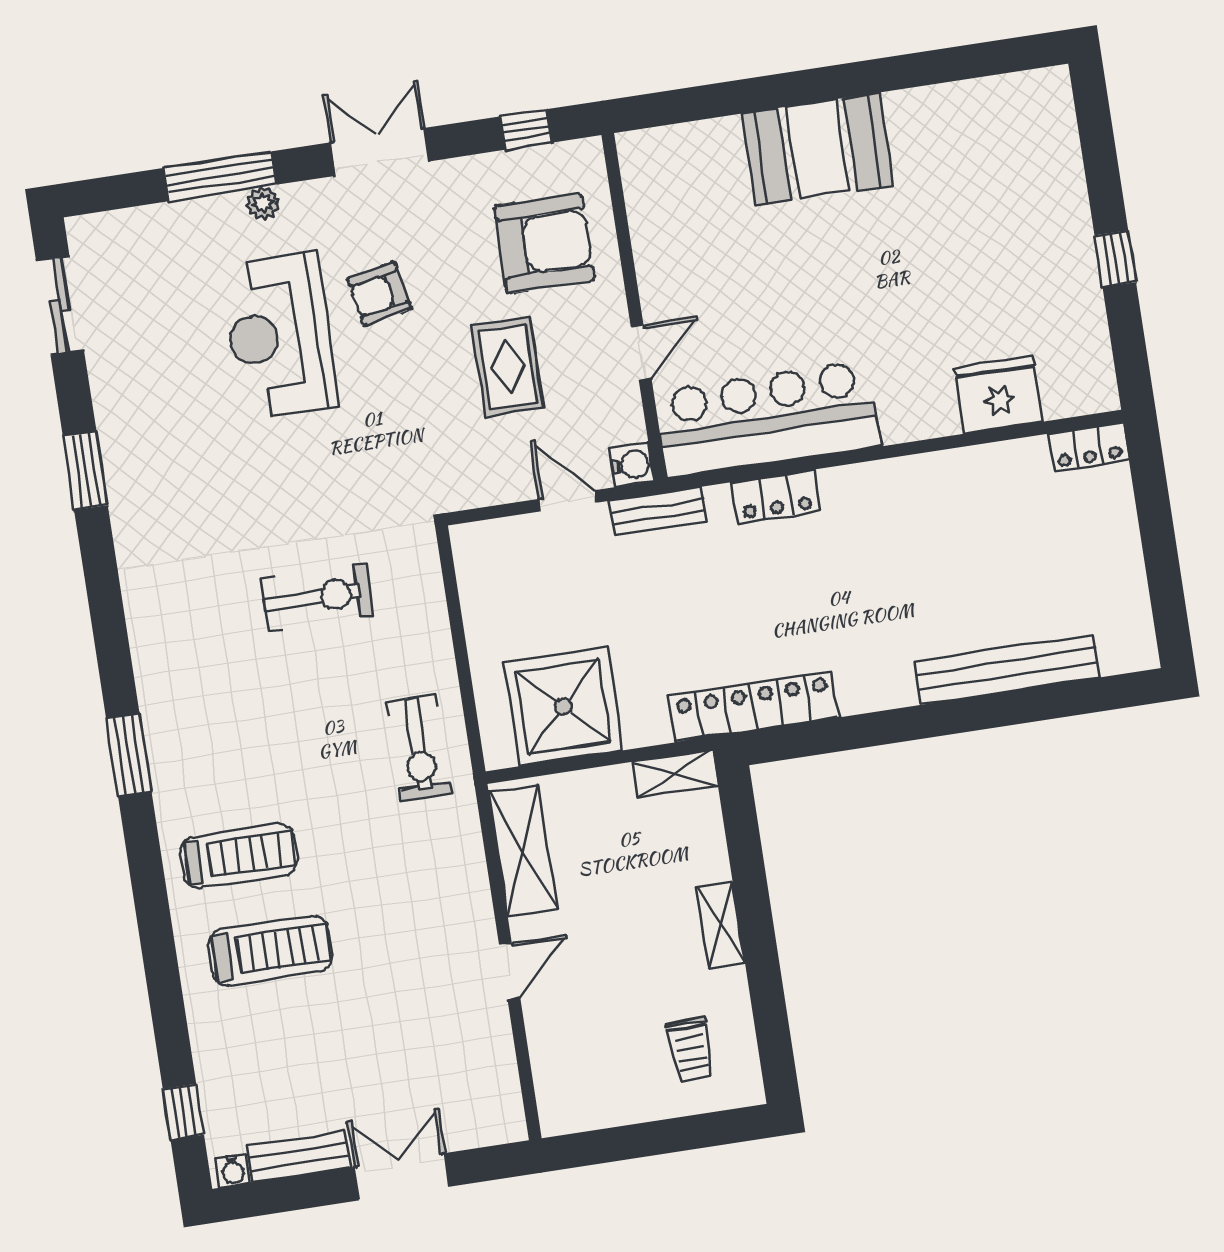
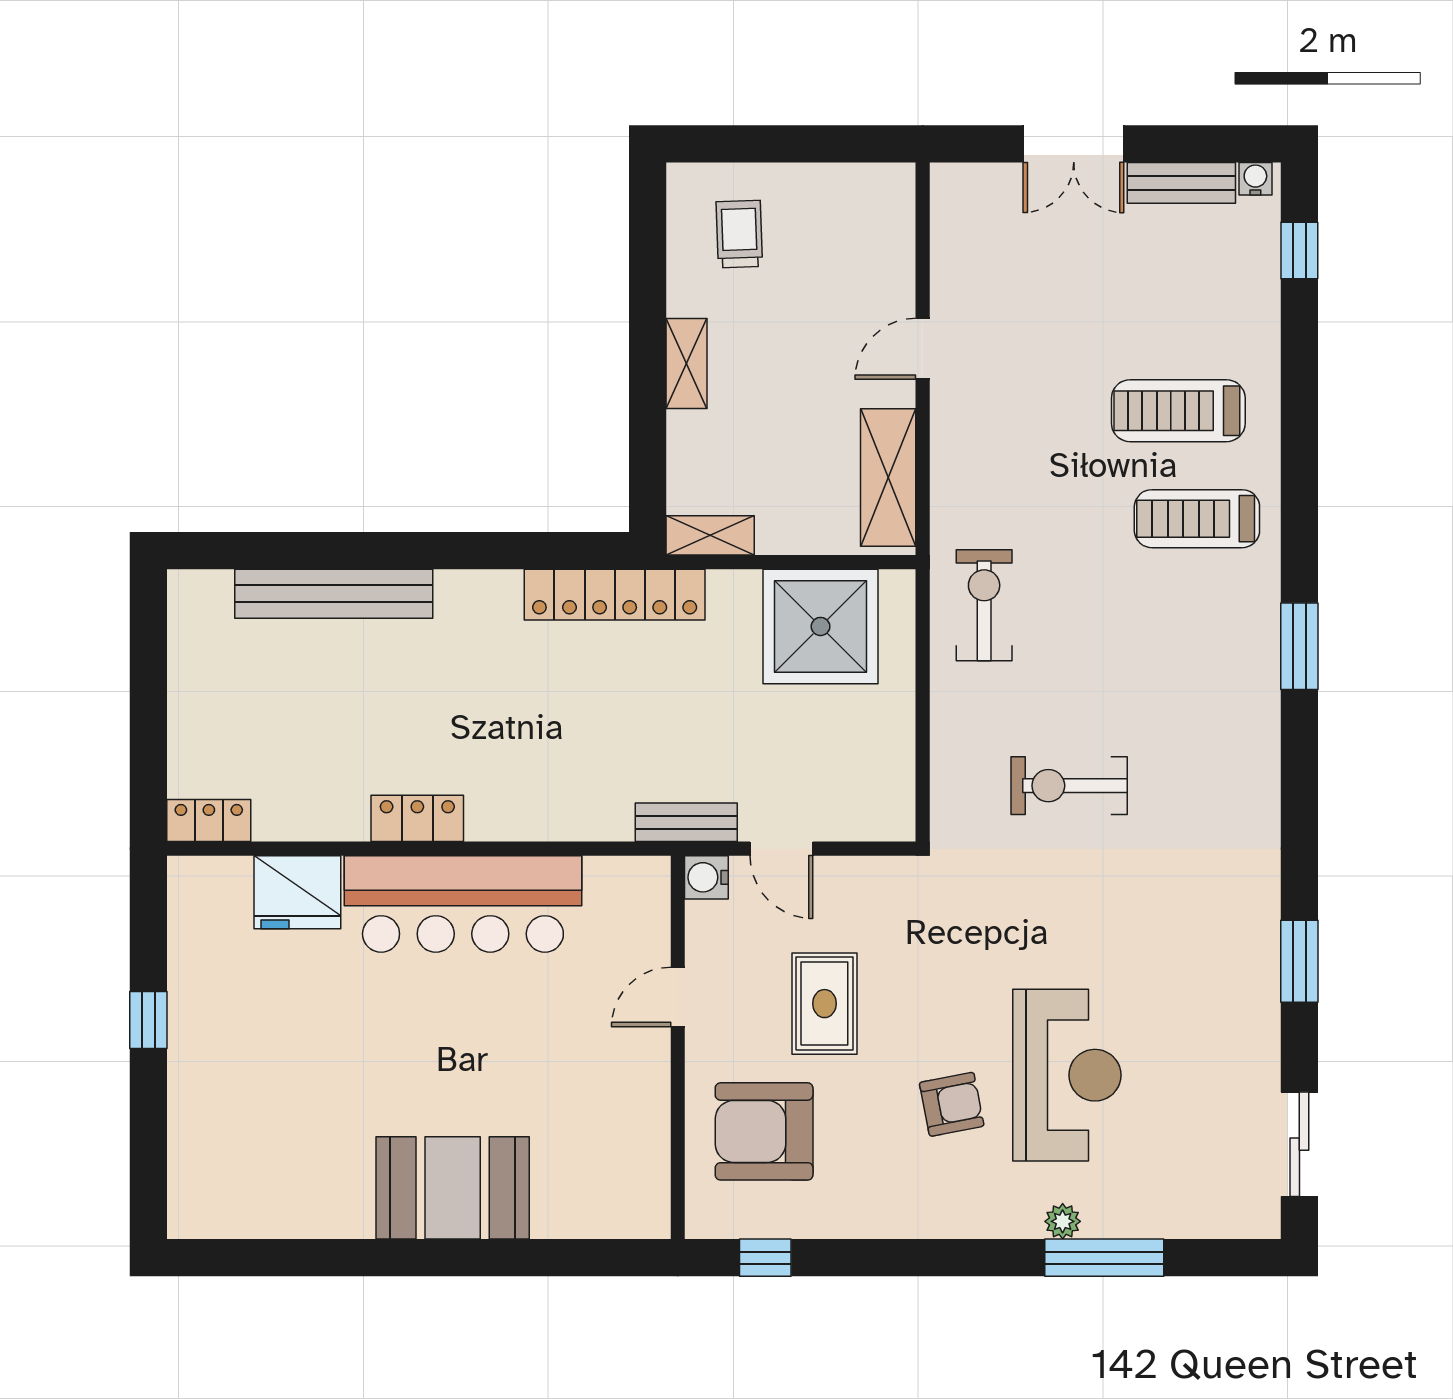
double door: (380, 152) -> (927, 1258), removed
bar counter: (767, 419) -> (463, 904), moved
locker: (776, 497) -> (417, 818), moved

